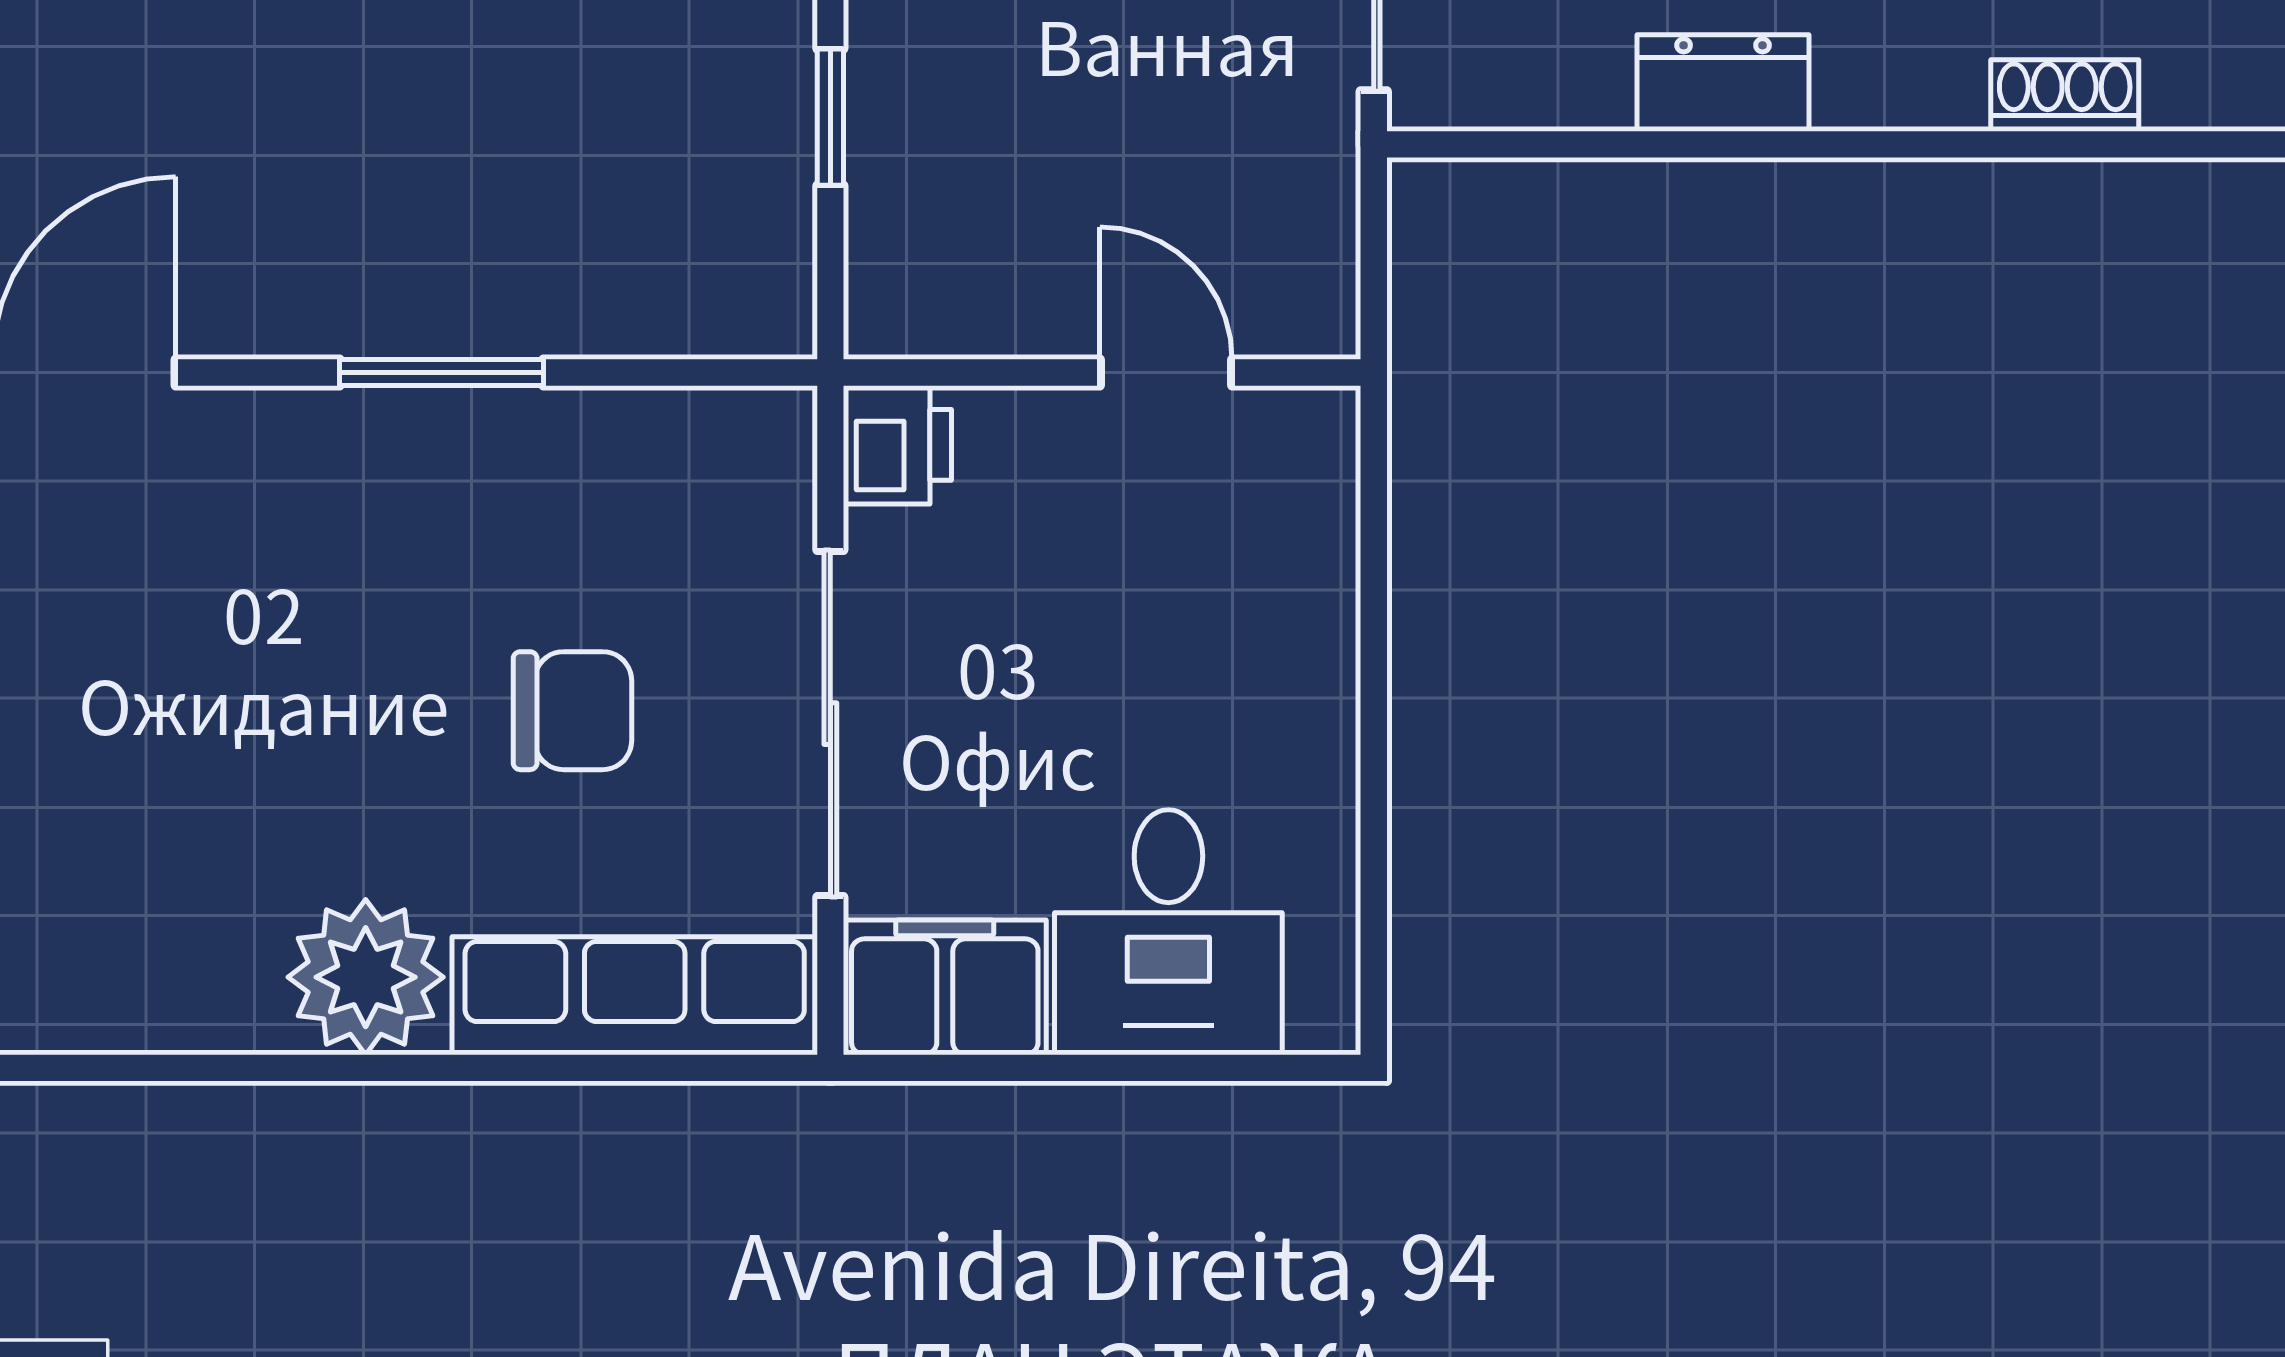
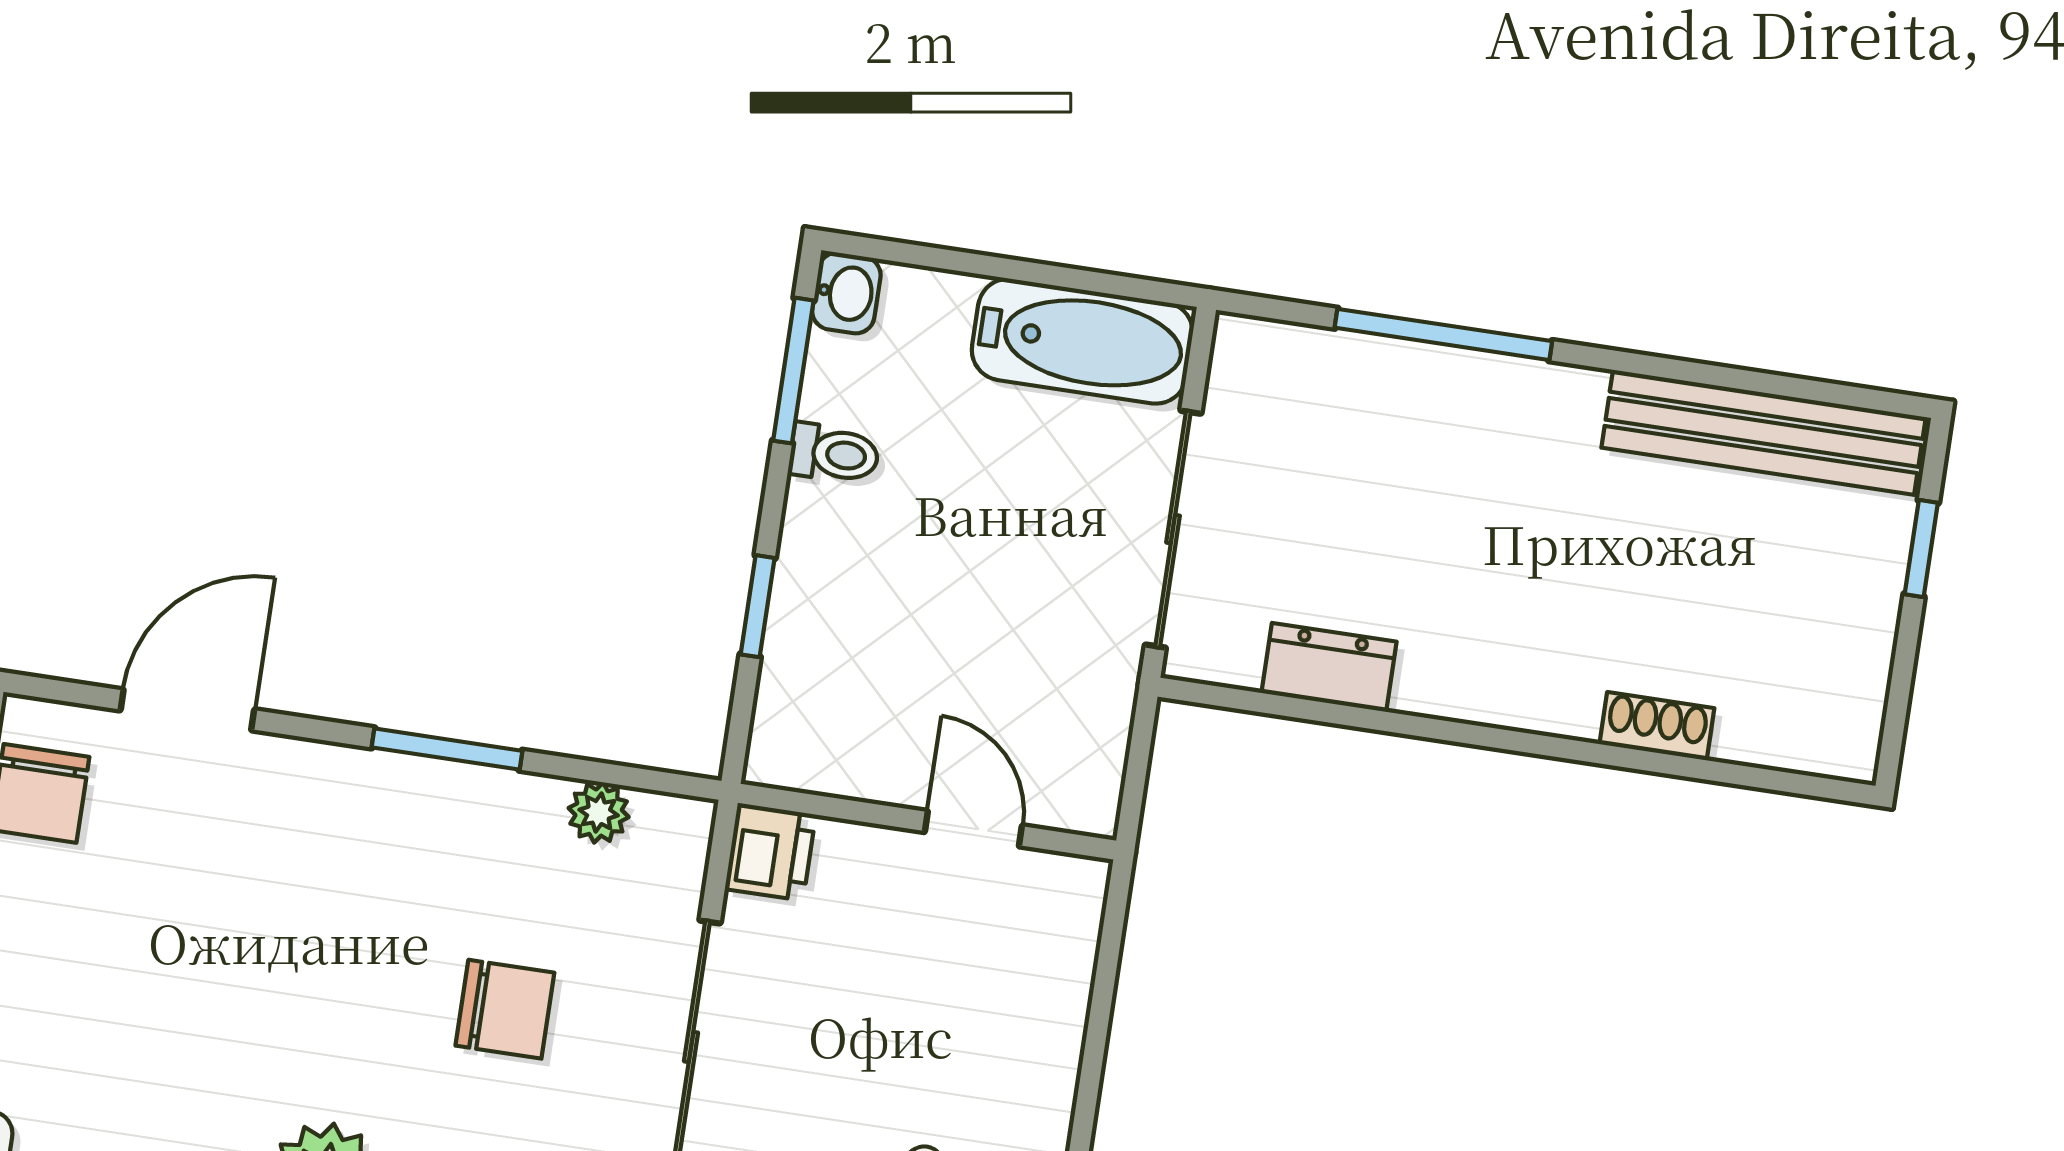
dresser: (1723, 83) -> (1329, 667), moved
plant: (658, 427) -> (599, 813), added

